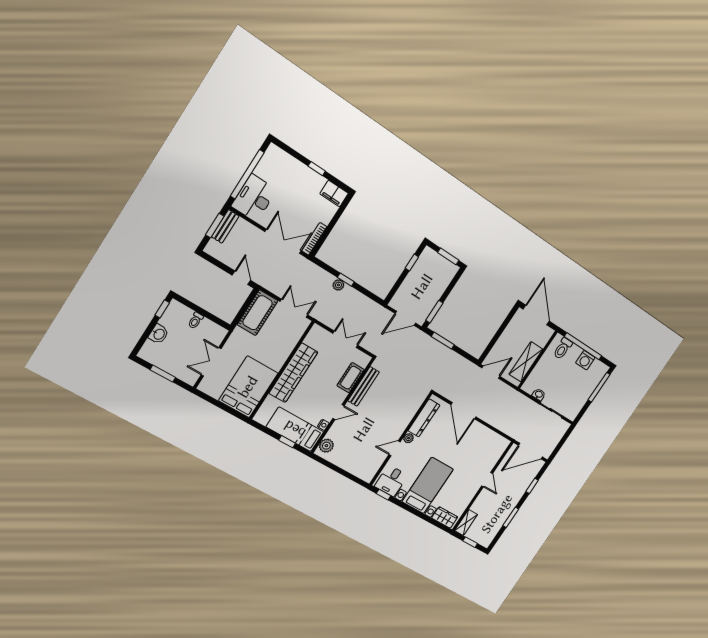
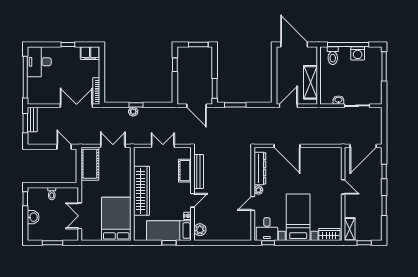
desk: (254, 198) -> (39, 62), moved
door: (405, 318) -> (197, 106), hinge flipped

